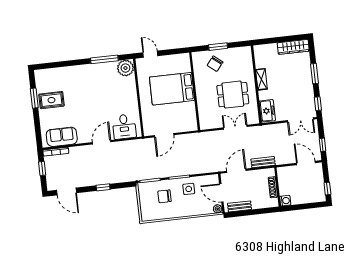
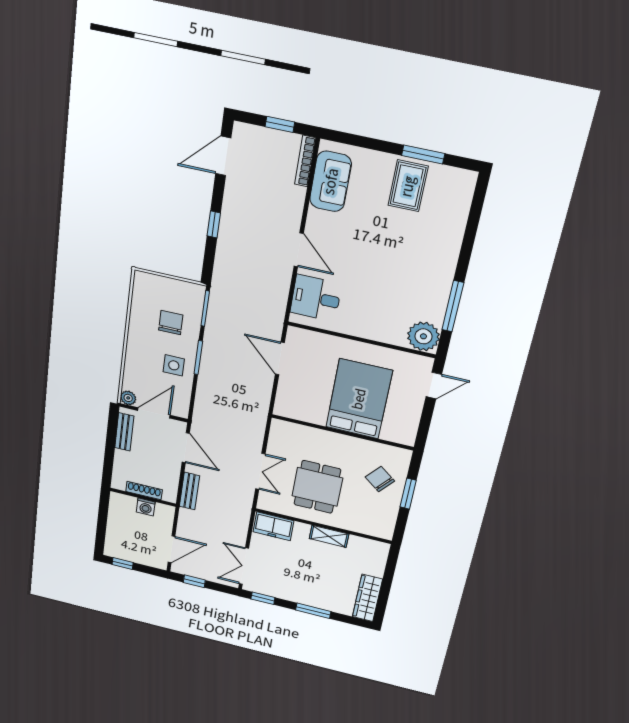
washing machine: (285, 201) -> (146, 507), moved

